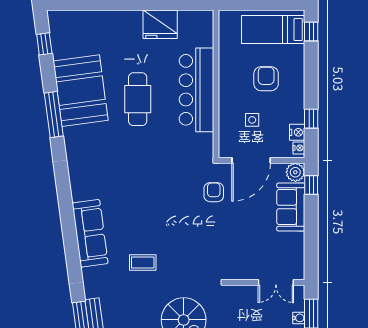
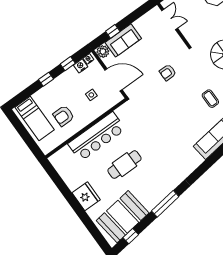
fridge: (160, 24) -> (86, 196), moved
window: (311, 32) -> (46, 79), moved
armchair: (266, 79) -> (64, 116), moved
booth: (81, 91) -> (123, 217), moved
window: (311, 185) -> (113, 31), moved
armchair: (214, 192) -> (168, 72), moved

